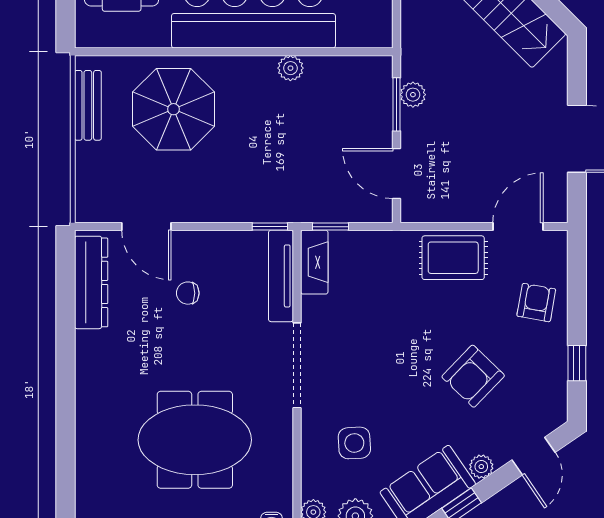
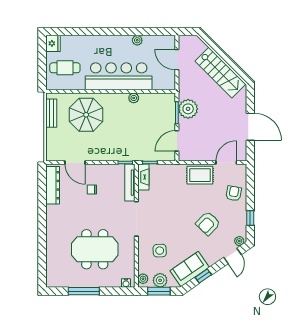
plant: (413, 95) -> (188, 109), width x1.88, depth x1.88
door: (397, 174) -> (177, 141), hinge flipped
plant: (481, 467) -> (239, 241), moved

